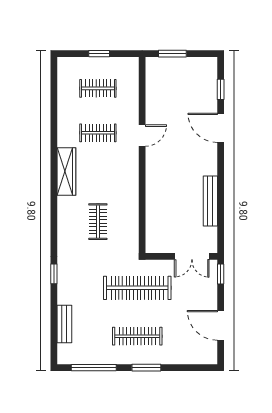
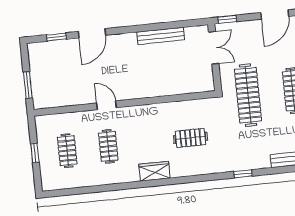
wardrobe: (66, 172) -> (154, 171), width x0.67

